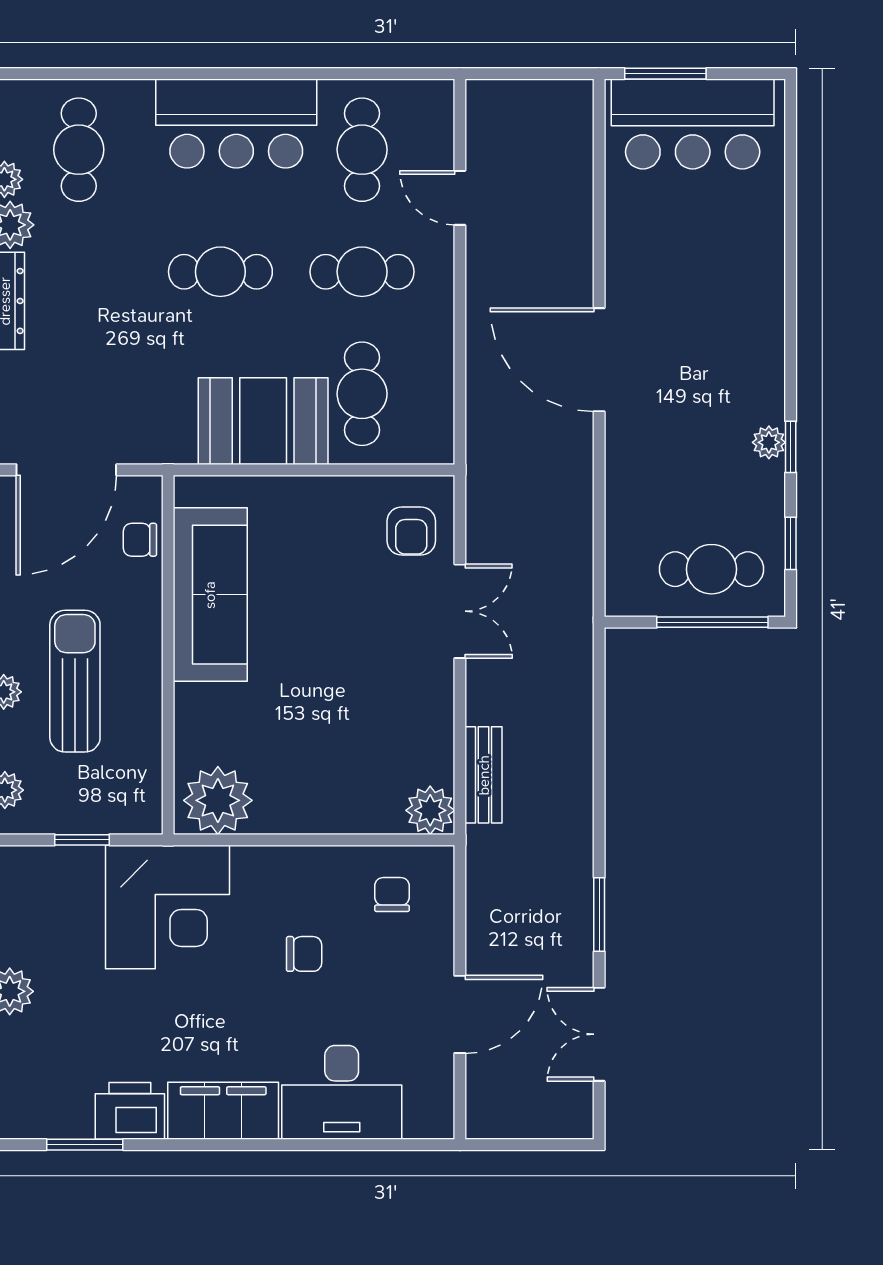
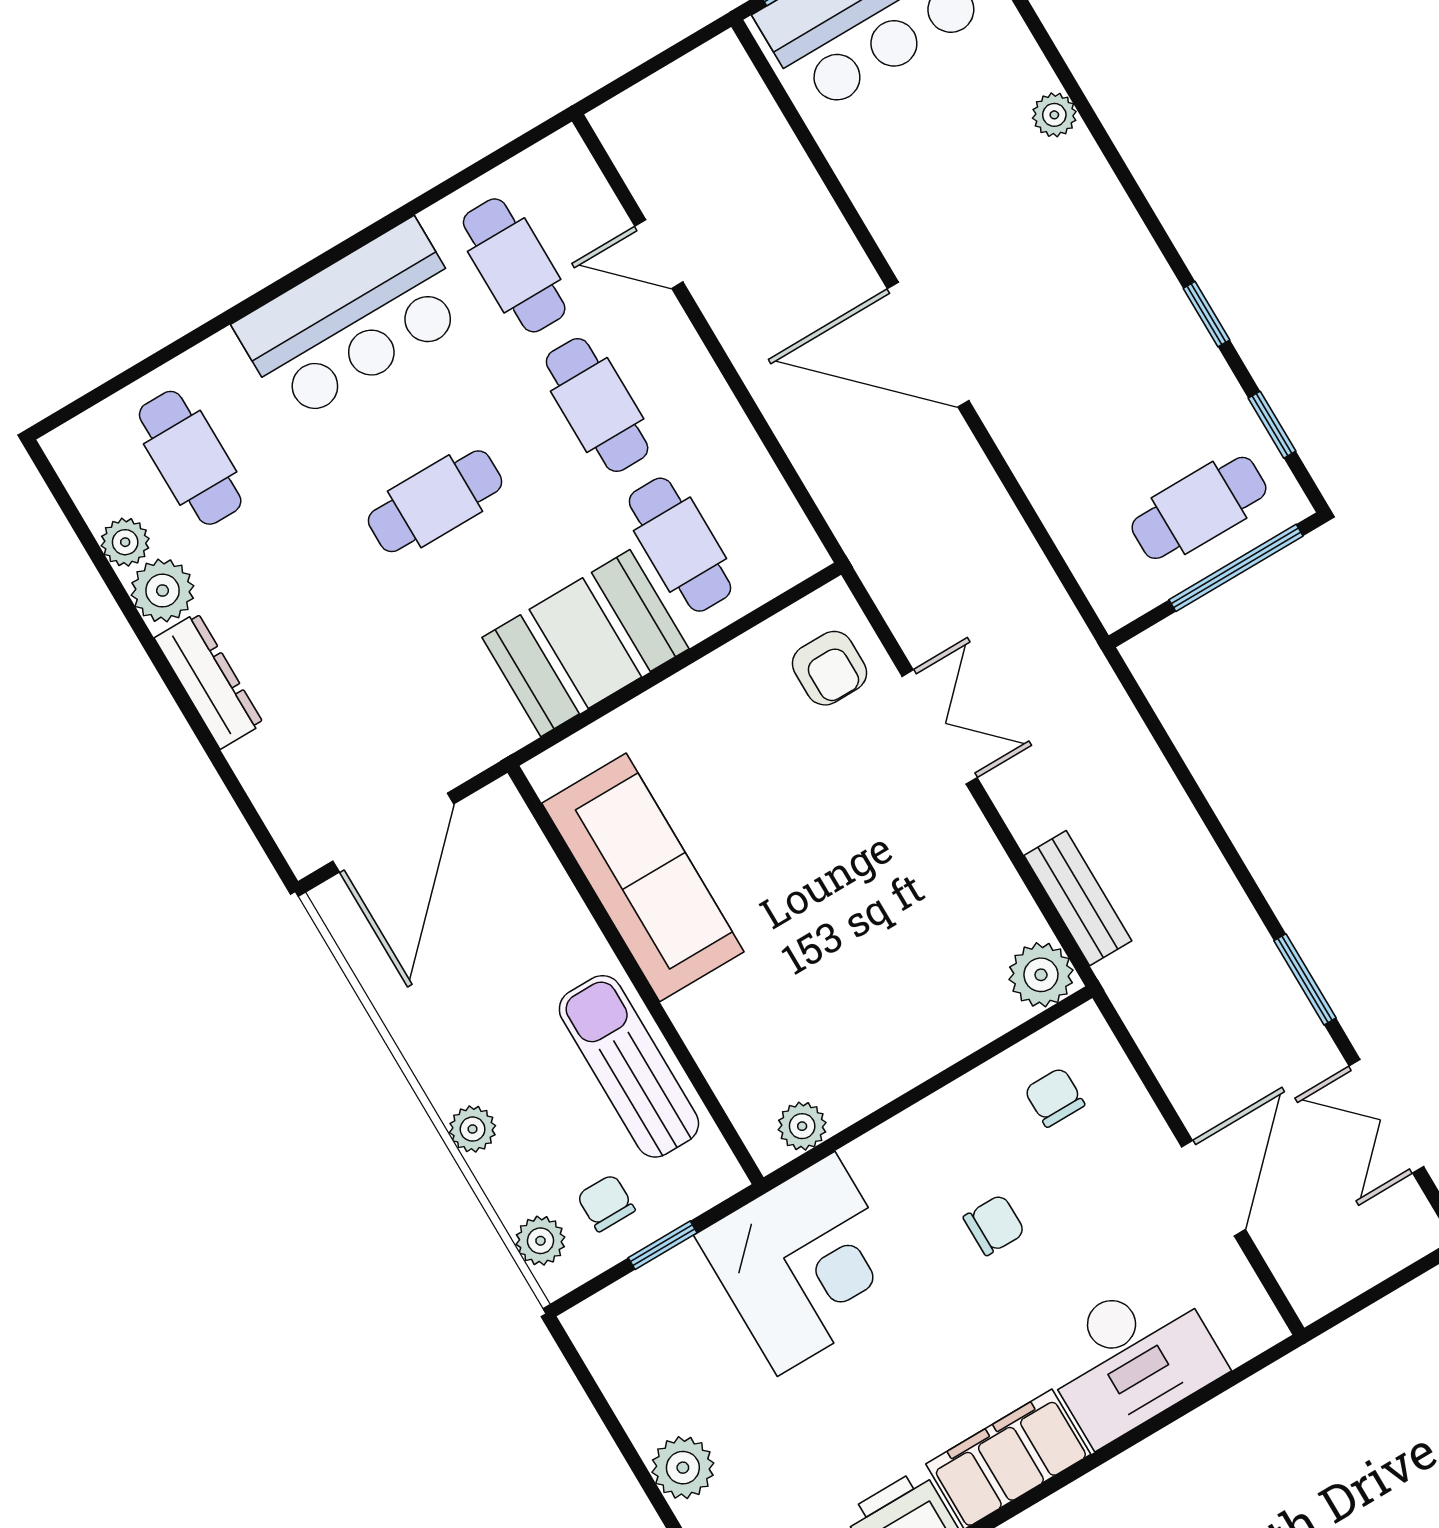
cafe table: (362, 272) -> (597, 405), turned 90
plant: (769, 442) -> (1054, 115), moved
chair: (140, 540) -> (606, 1203), moved, turned 90
sun lounger: (75, 681) -> (629, 1066), moved
plant: (218, 800) -> (802, 1126), width x0.53, depth x0.53

